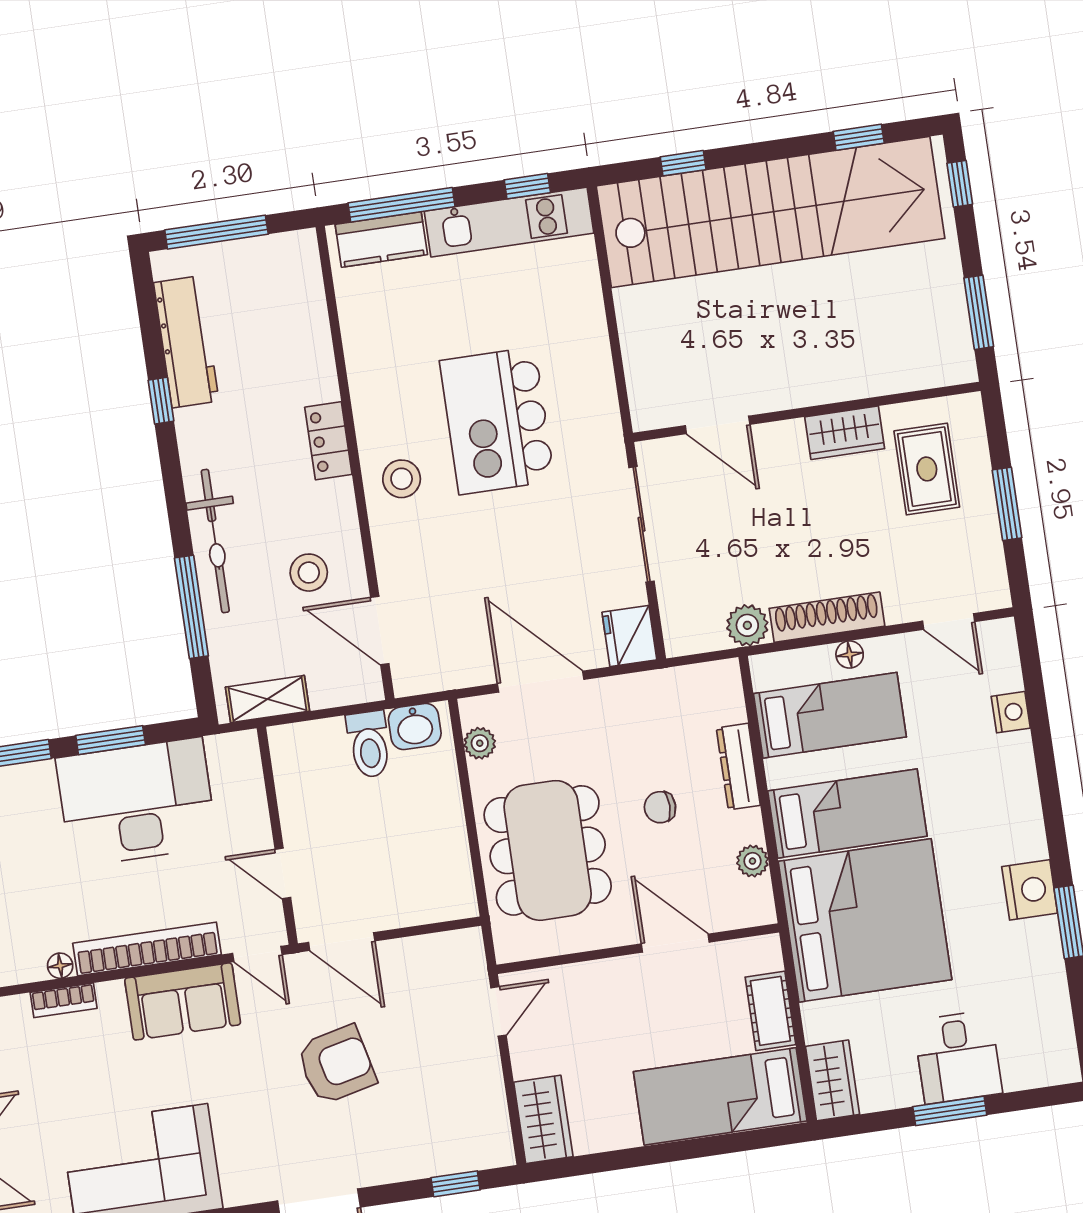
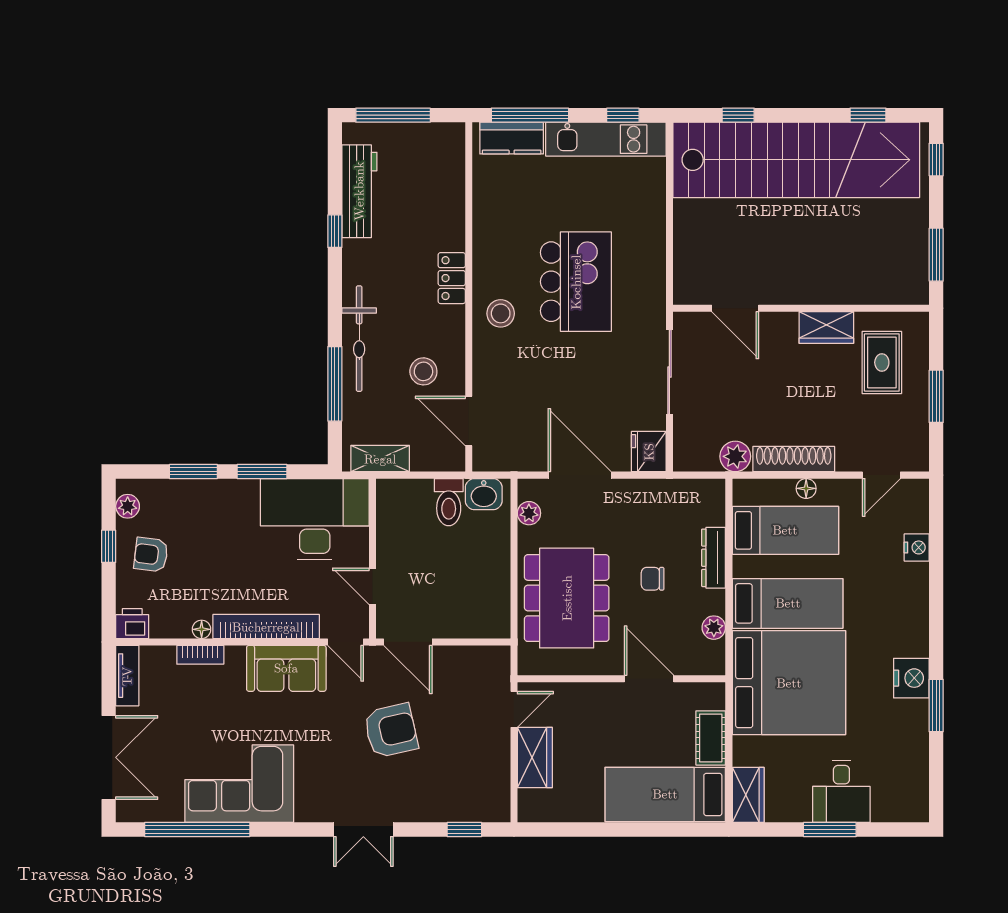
kitchen island: (497, 421) -> (576, 282), turned 180
door: (949, 621) -> (881, 475), hinge flipped
desk: (137, 802) -> (315, 519), moved
wardrobe: (543, 1119) -> (535, 758), moved

